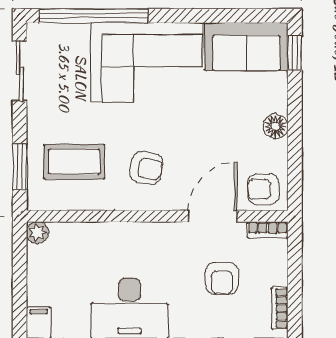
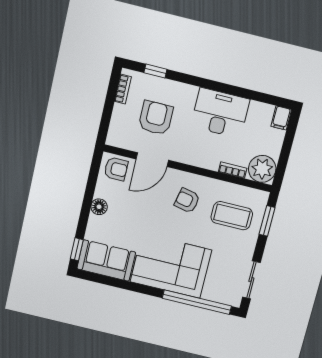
bookcase: (268, 230) -> (233, 170), moved
plant: (37, 233) -> (262, 169), width x1.88, depth x1.88
armchair: (222, 278) -> (156, 118), width x1.38, depth x1.38

